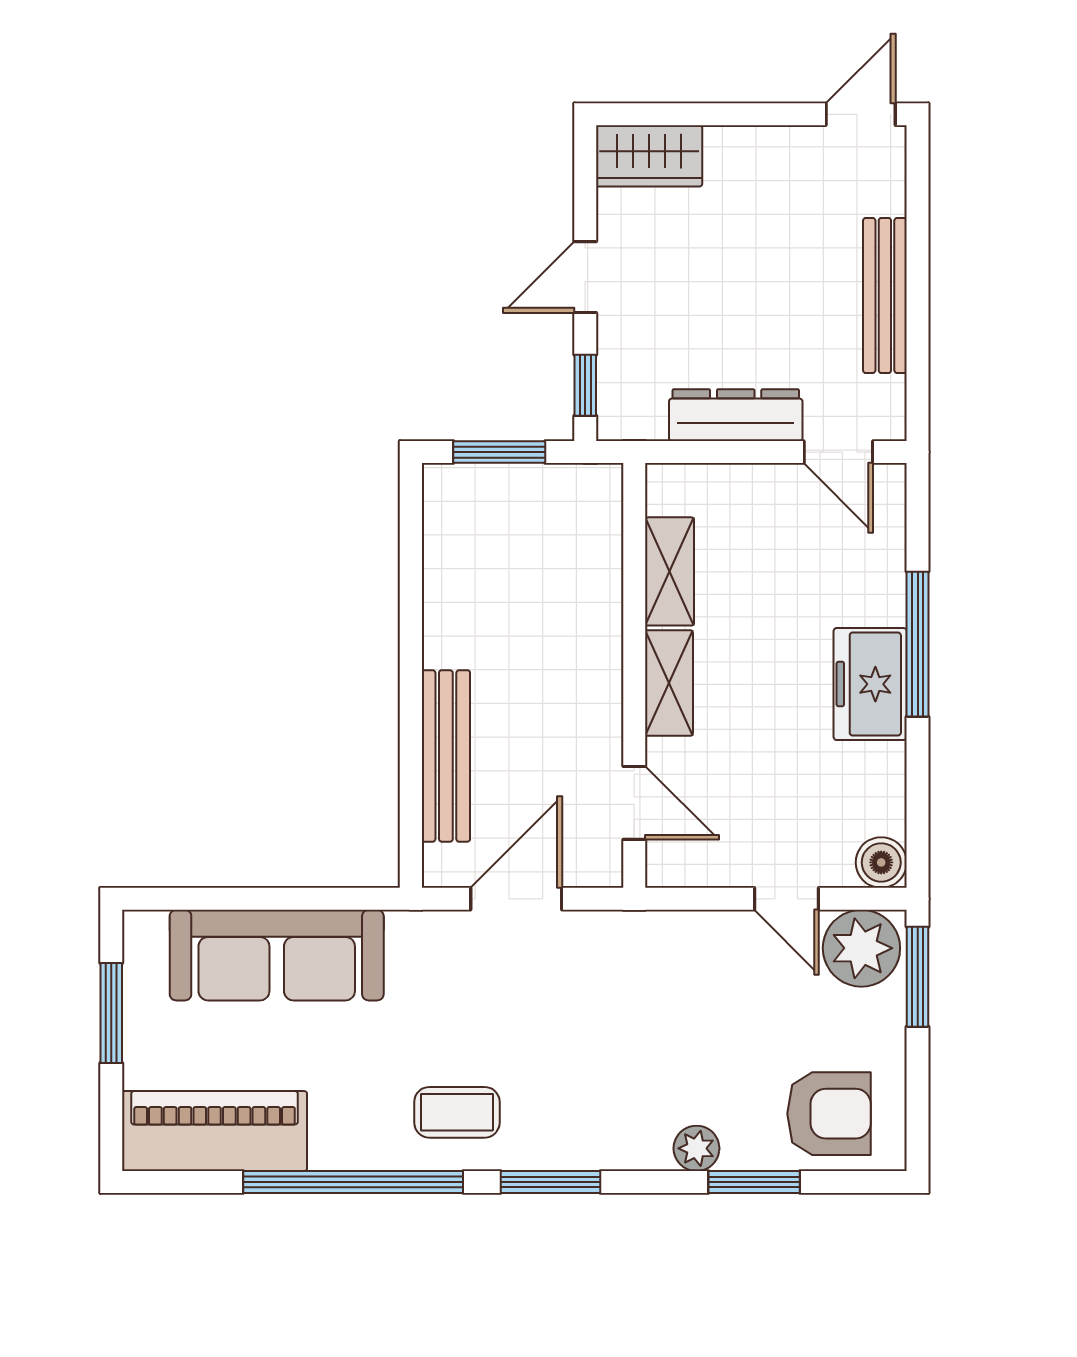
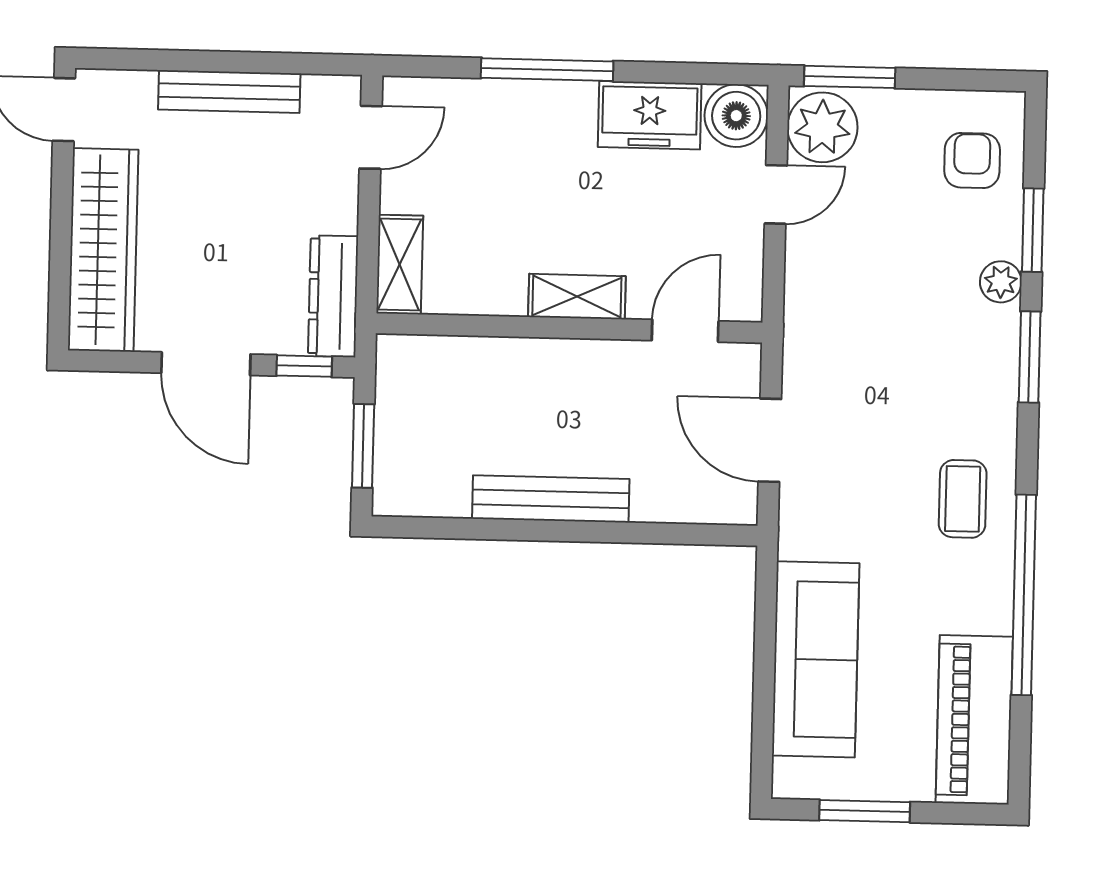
wardrobe: (649, 156) -> (103, 250), width x2.10, depth x1.17
door: (585, 277) -> (206, 364), width x1.38
dresser: (736, 415) -> (333, 296), moved
shelving: (670, 571) -> (400, 264), moved, turned 90
freezer: (870, 684) -> (650, 115), moved
bench: (446, 756) -> (551, 499), moved
boiler: (881, 862) -> (736, 116), width x1.36, depth x1.36
armchair: (829, 1114) -> (972, 161), width x0.72, depth x0.72
window: (551, 1182) -> (1030, 357), moved

